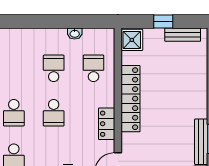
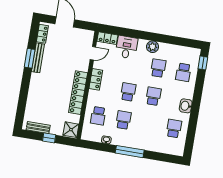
window: (36, 22) -> (130, 152), added
school desk: (54, 68) -> (123, 120), turned 180

